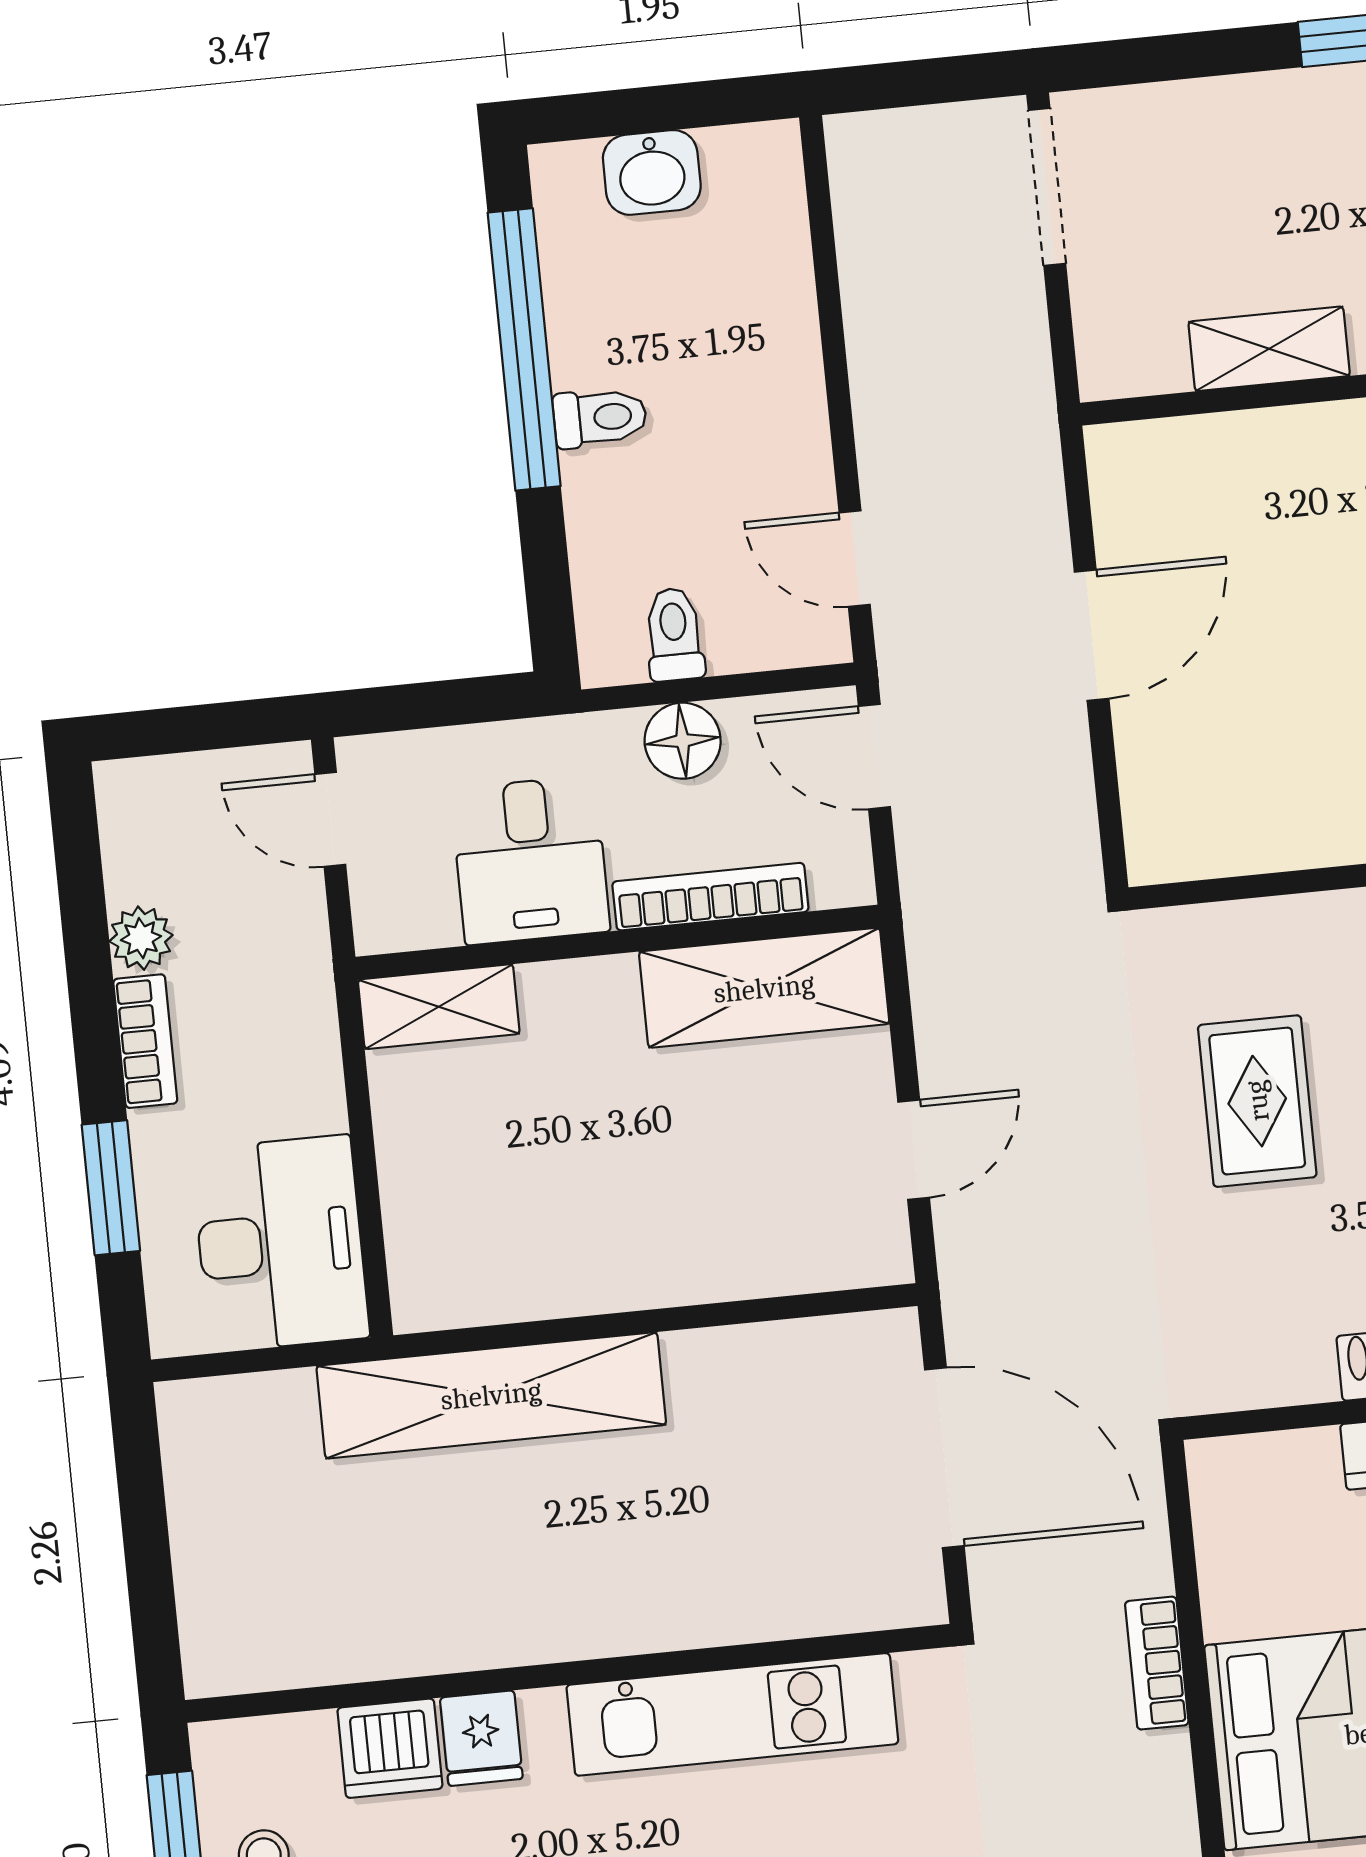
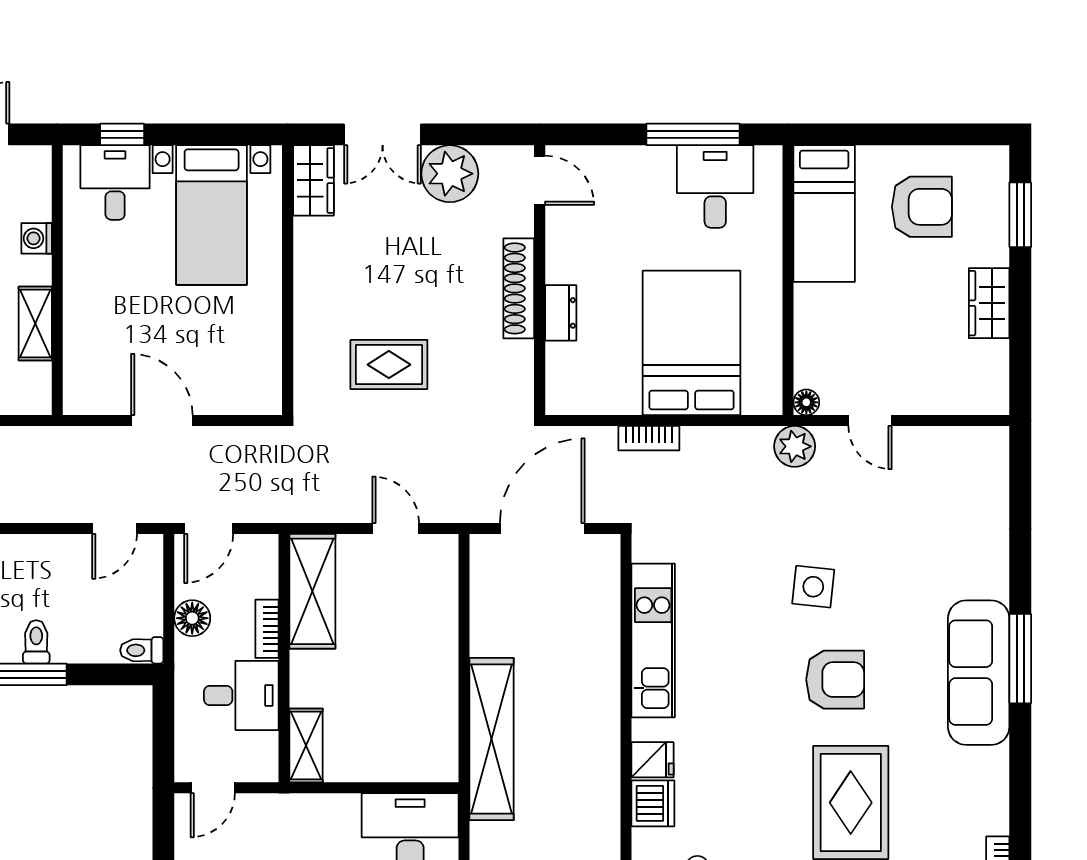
toilet: (674, 634) -> (142, 650), moved
bookcase: (710, 897) -> (267, 629), width x0.64

